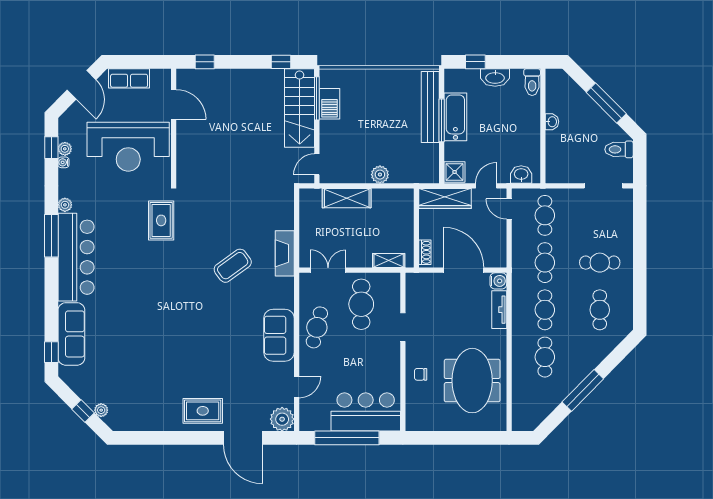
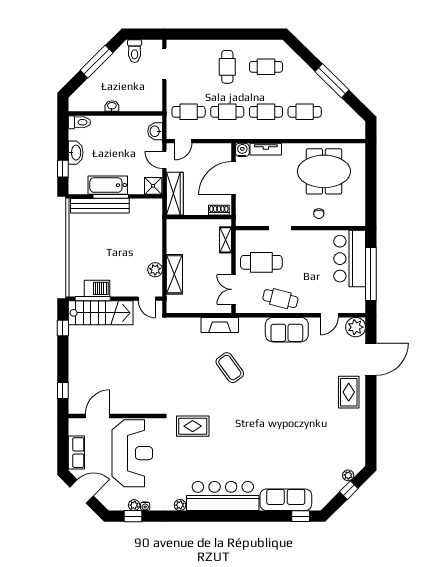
plant: (380, 175) -> (155, 270), moved
window: (51, 236) -> (205, 516), removed
door: (297, 387) -> (329, 315), swing flipped

